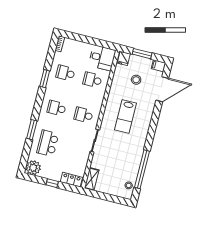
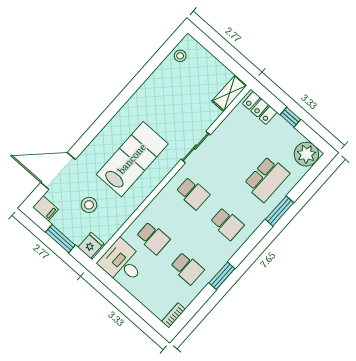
lab bench: (126, 116) -> (132, 159), width x1.36, depth x1.39
window: (142, 169) -> (148, 69), removed

